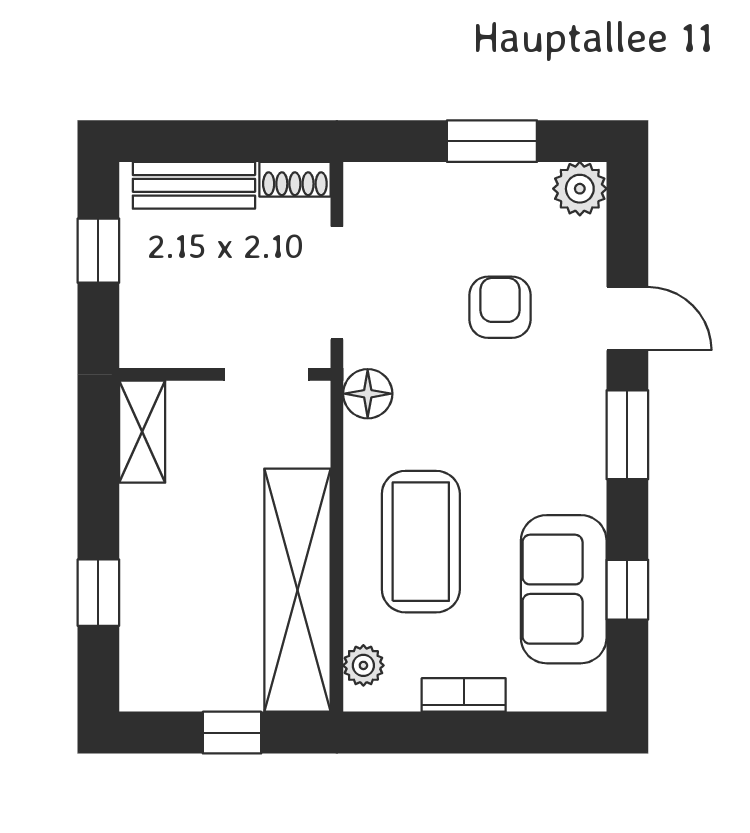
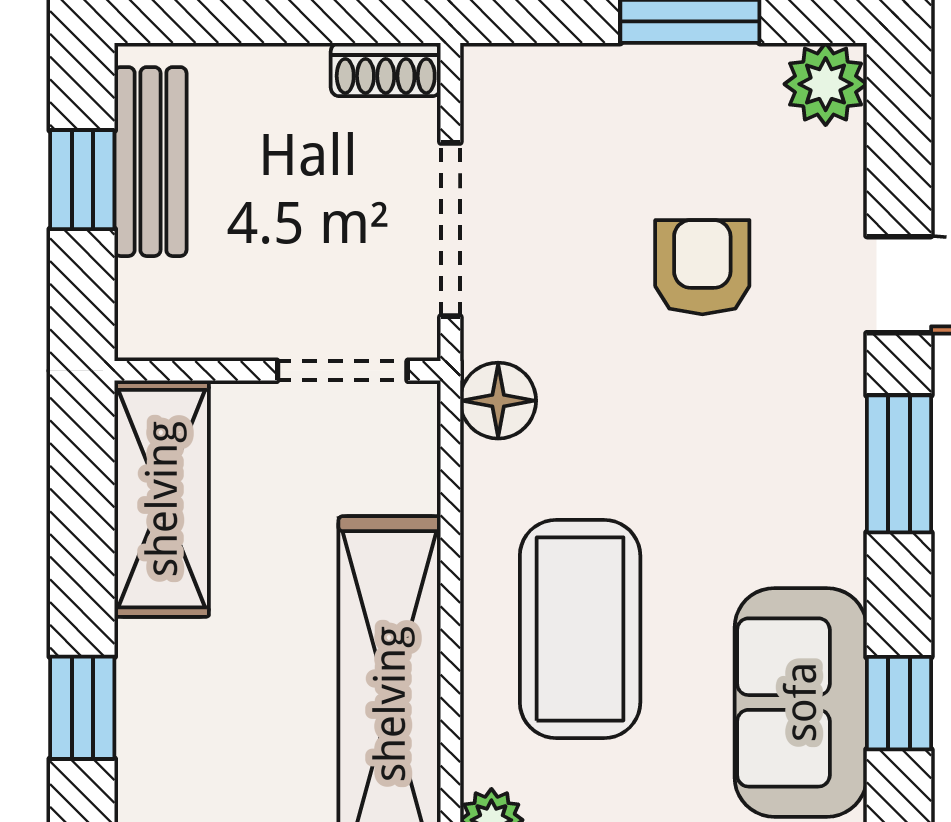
bench: (194, 185) -> (150, 162), moved, turned 90
shelving: (142, 432) -> (162, 499), width x1.50, depth x1.33

